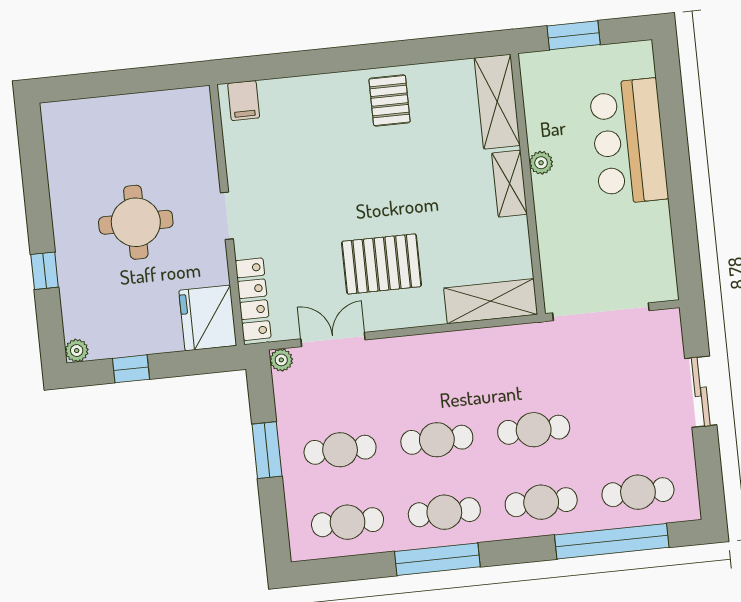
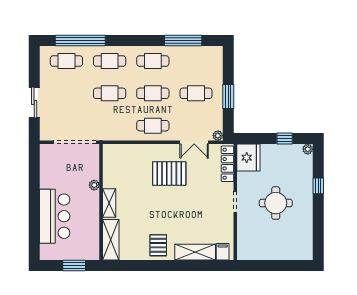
plant: (541, 163) -> (94, 185), moved
shelving: (491, 301) -> (195, 252), moved
cafe table: (348, 522) -> (153, 126), moved
window: (437, 559) -> (183, 41), moved

